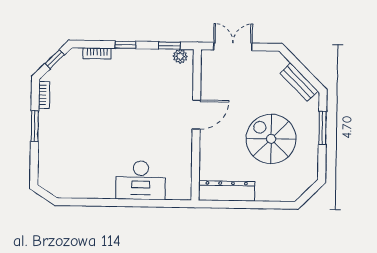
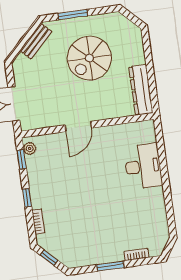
bookcase: (44, 95) -> (136, 255), moved
door: (196, 115) -> (78, 127), swing flipped

